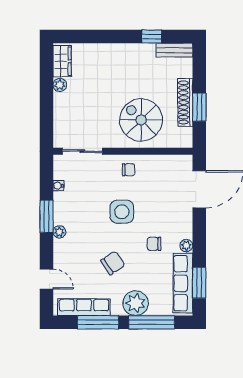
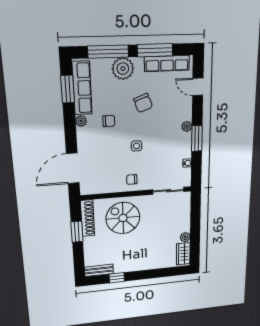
shoe rack: (185, 102) -> (88, 218), moved
spiral stairs: (141, 120) -> (123, 218), turned 180
side table: (122, 212) -> (137, 146), width x0.54, depth x0.54
chair: (113, 263) -> (143, 103), turned -76

